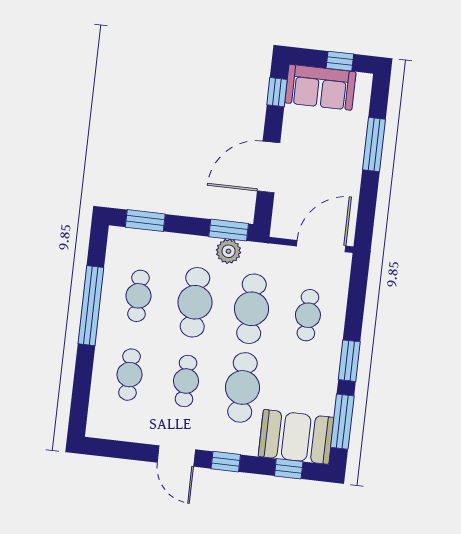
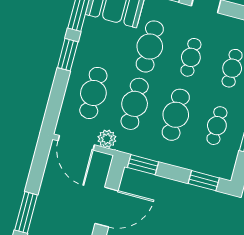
door: (321, 246) -> (76, 143), hinge flipped
plant: (228, 251) -> (107, 139), moved
cafe table: (308, 315) -> (93, 93), width x1.37, depth x1.35

